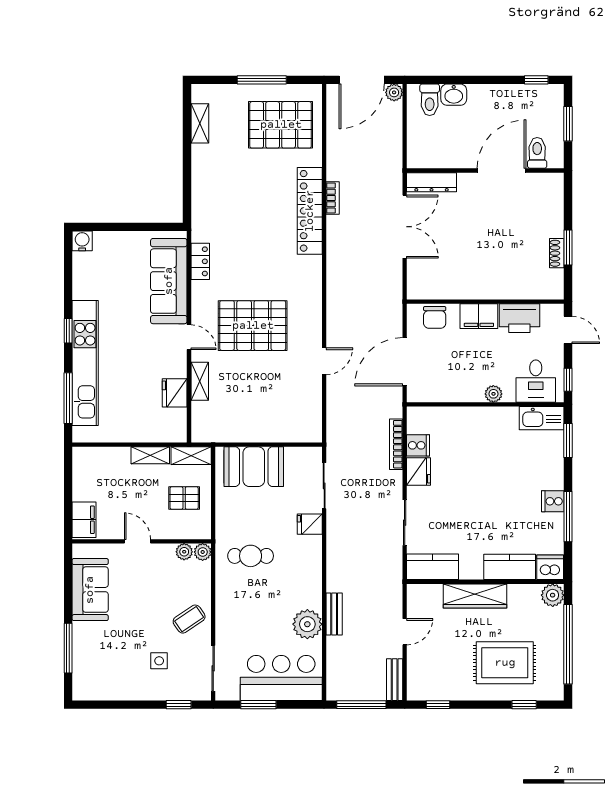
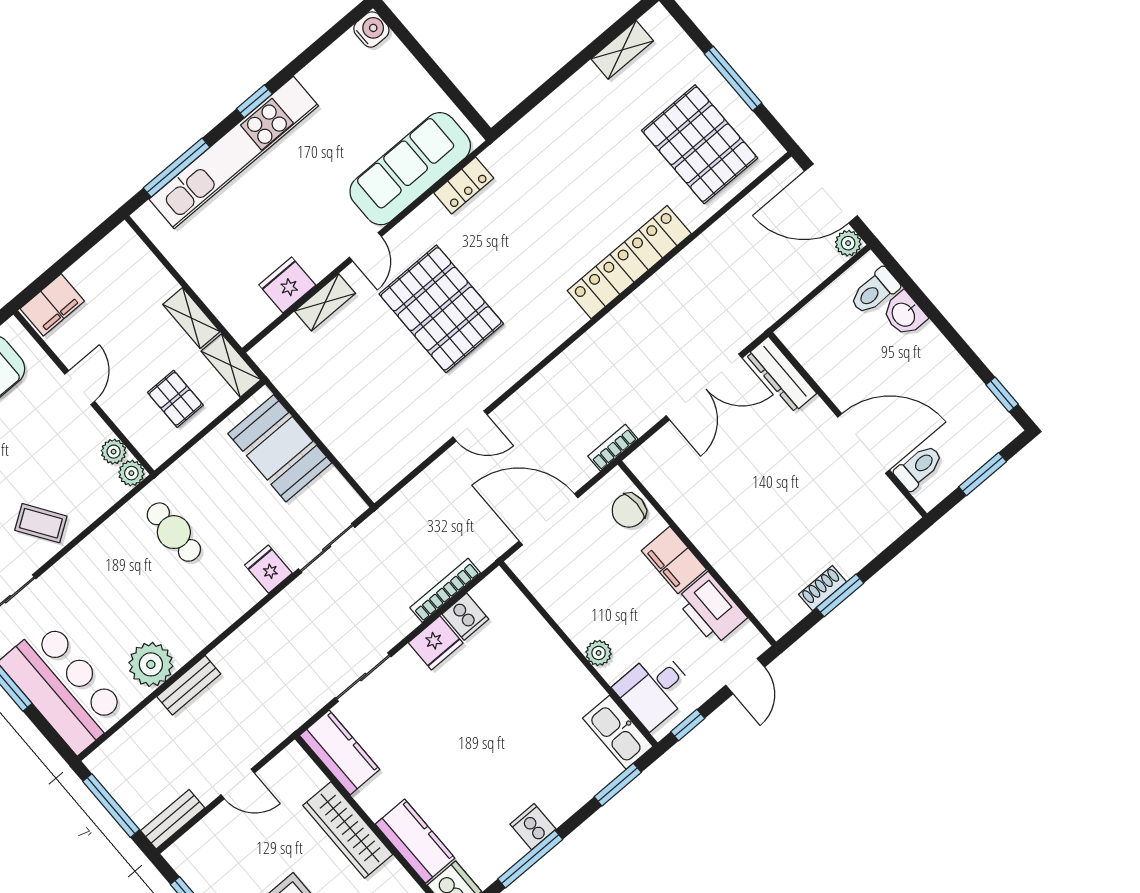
bookcase: (333, 198) -> (613, 448), moved, turned 180

